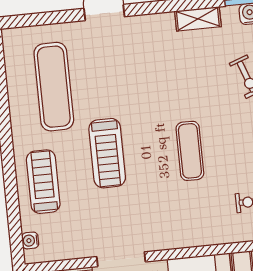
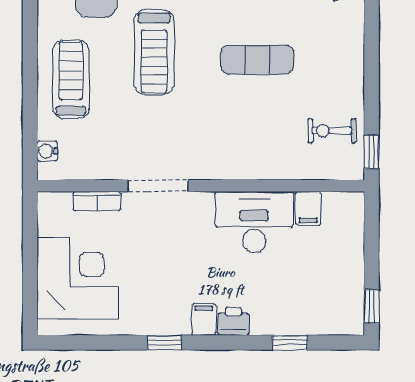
exercise mat: (190, 151) -> (257, 60), turned 90

